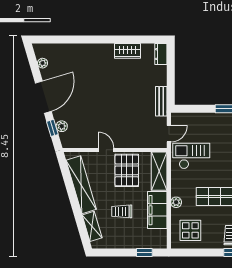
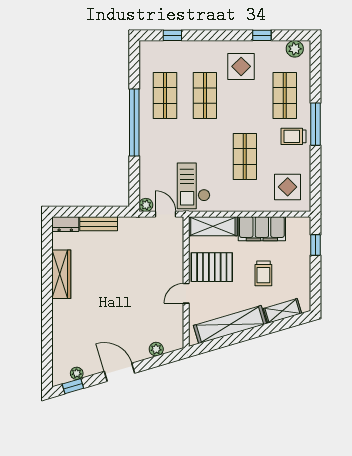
wardrobe: (128, 51) -> (61, 274), width x1.50
door: (43, 97) -> (120, 372), width x0.73
bench: (161, 101) -> (99, 224), moved
window: (52, 128) -> (73, 386), moved
plant: (176, 202) -> (146, 205), moved

